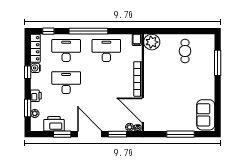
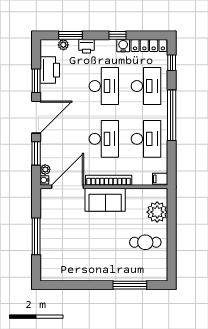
plant: (152, 42) -> (157, 212), moved
desk: (106, 83) -> (104, 139), added
sofa: (206, 115) -> (105, 200), moved, turned 180

